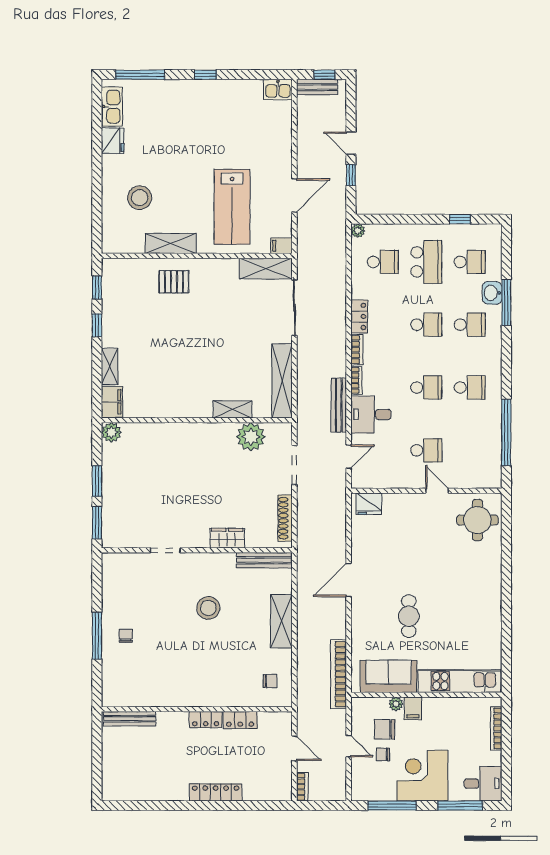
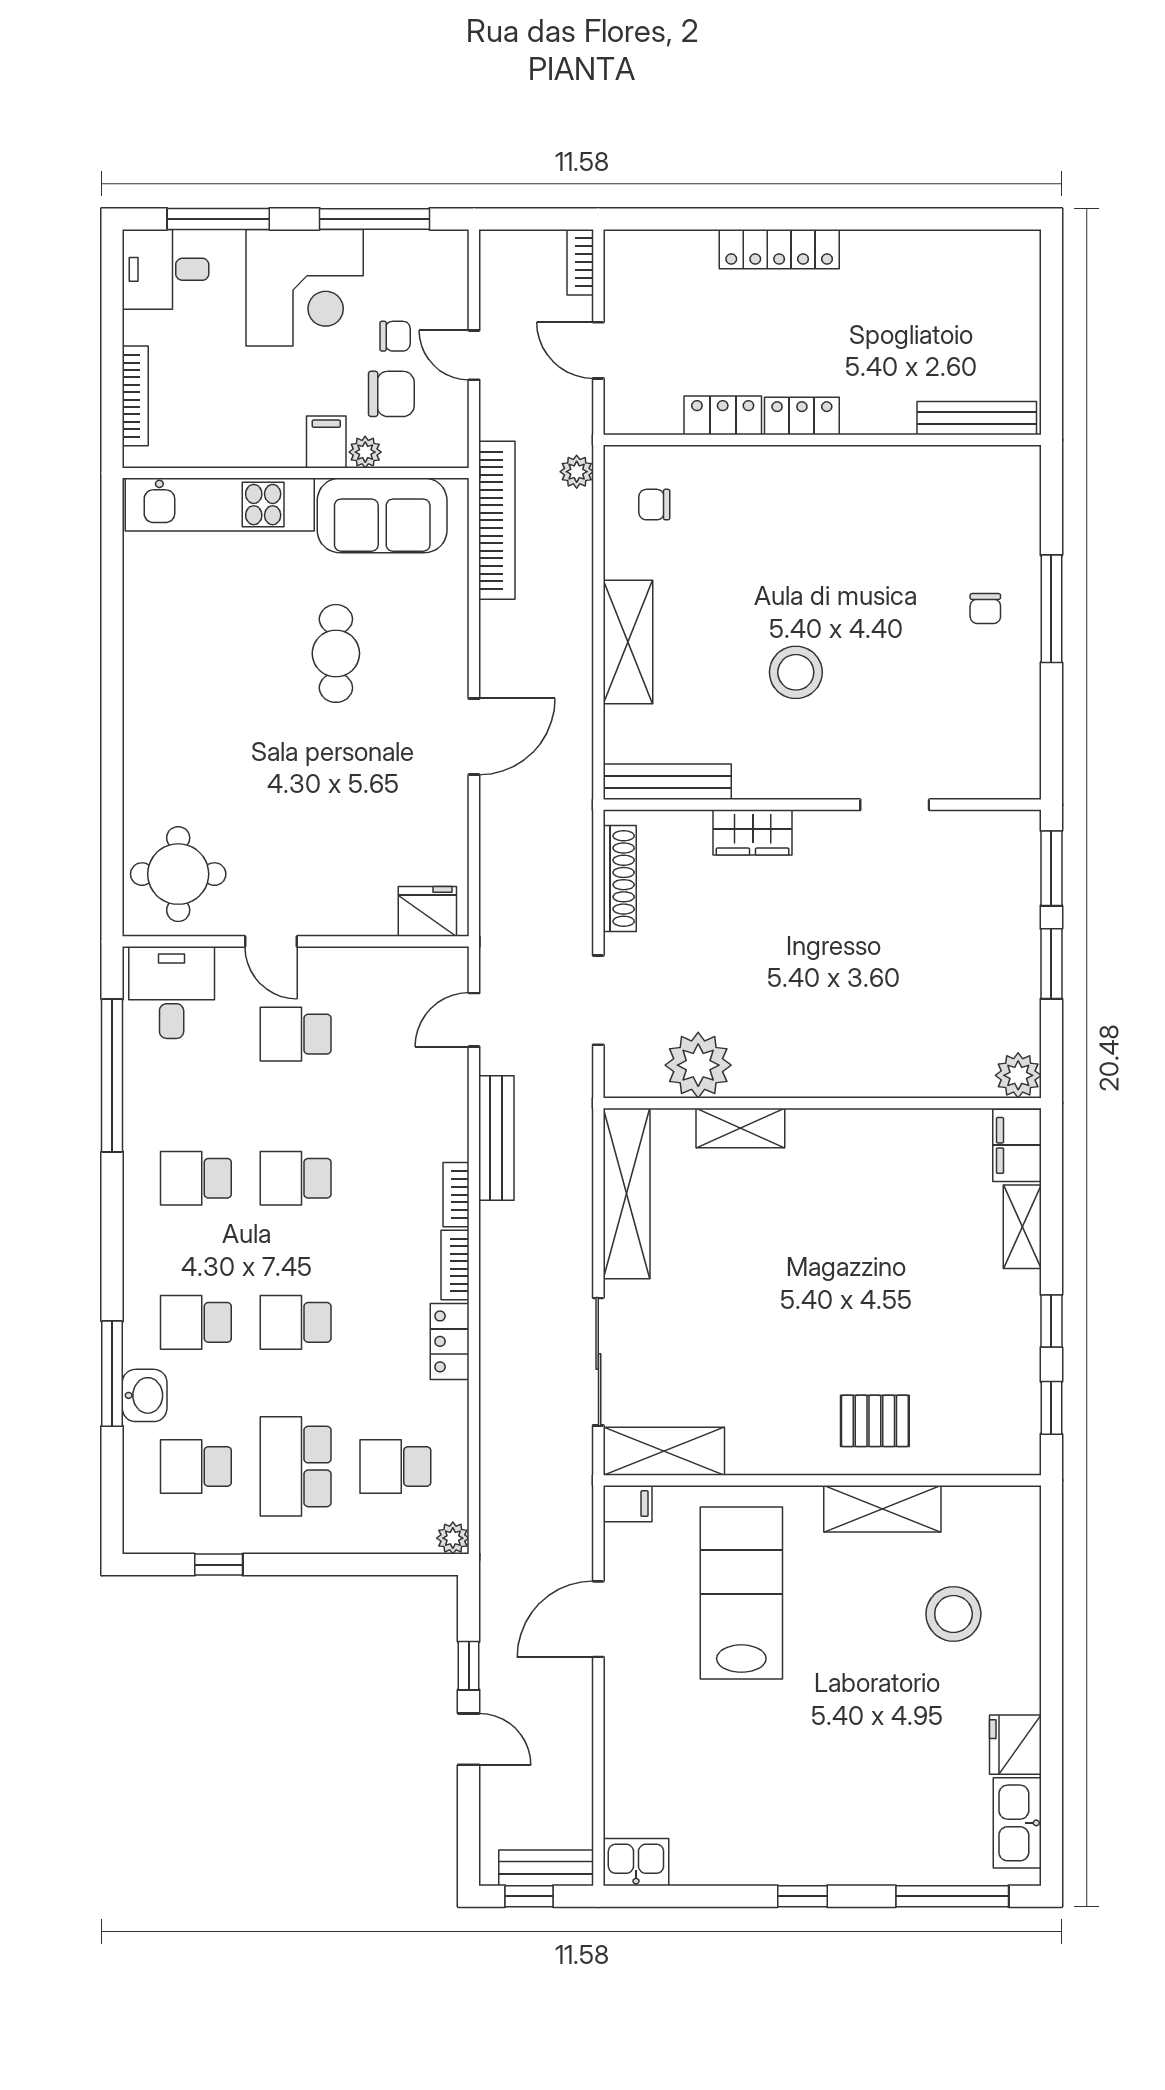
desk: (371, 414) -> (172, 993), moved, turned -90
plant: (304, 695) -> (577, 472), added

